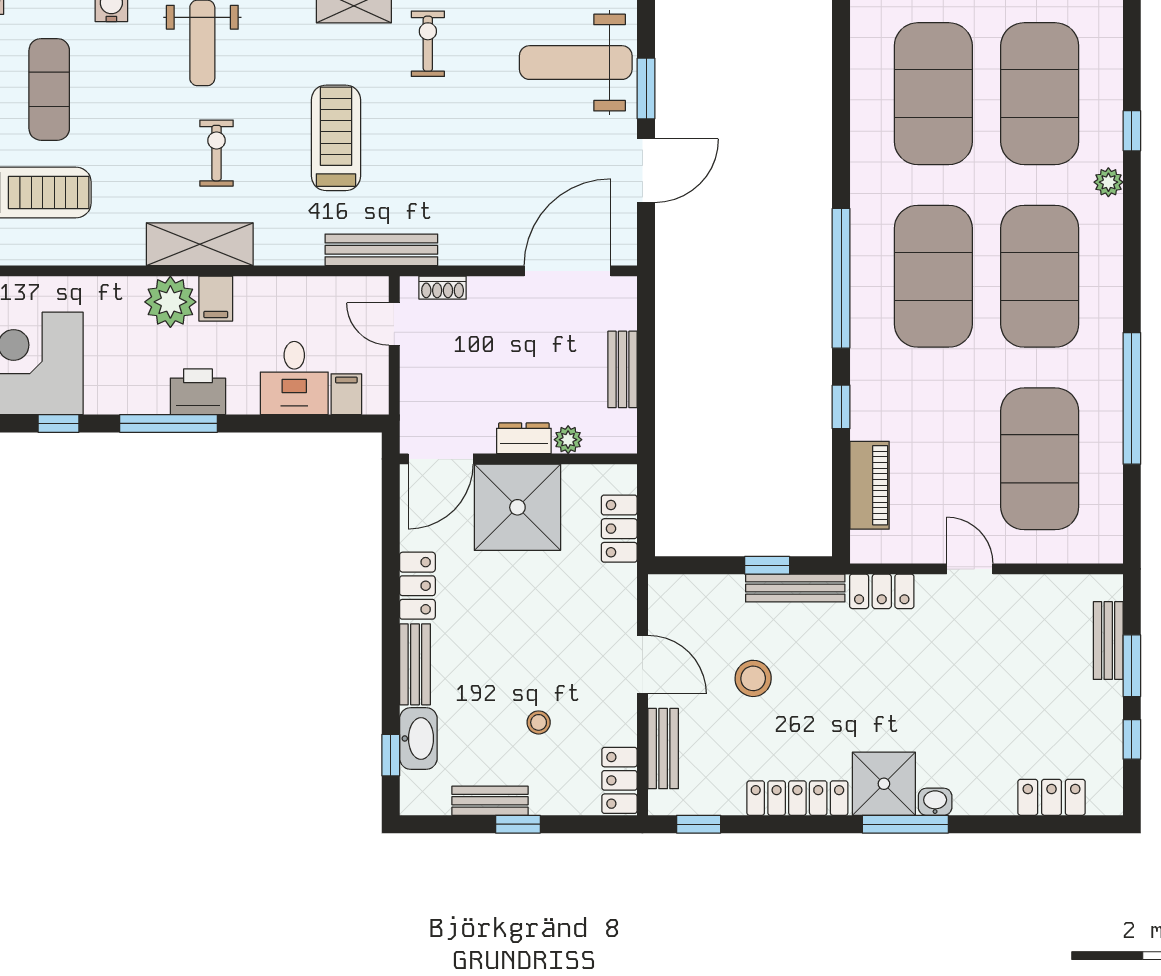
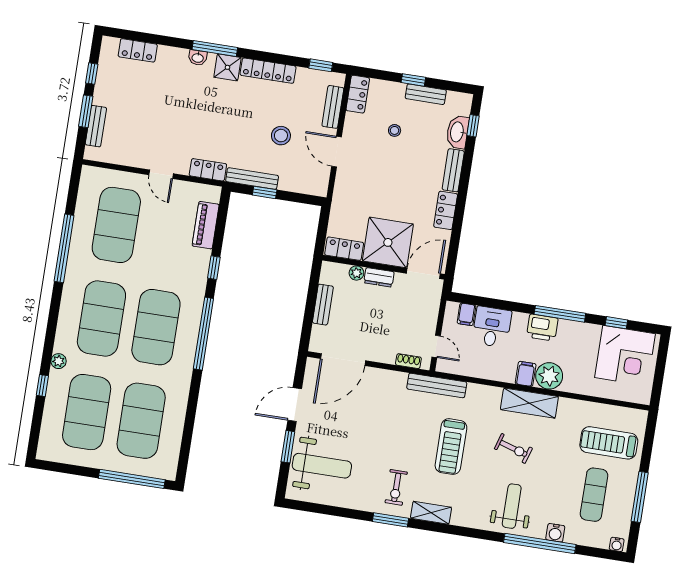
exercise bike: (217, 153) -> (513, 448), turned -73
locker: (619, 529) -> (344, 249), moved, turned -90
shower: (884, 784) -> (227, 67), width x0.73, depth x0.73

